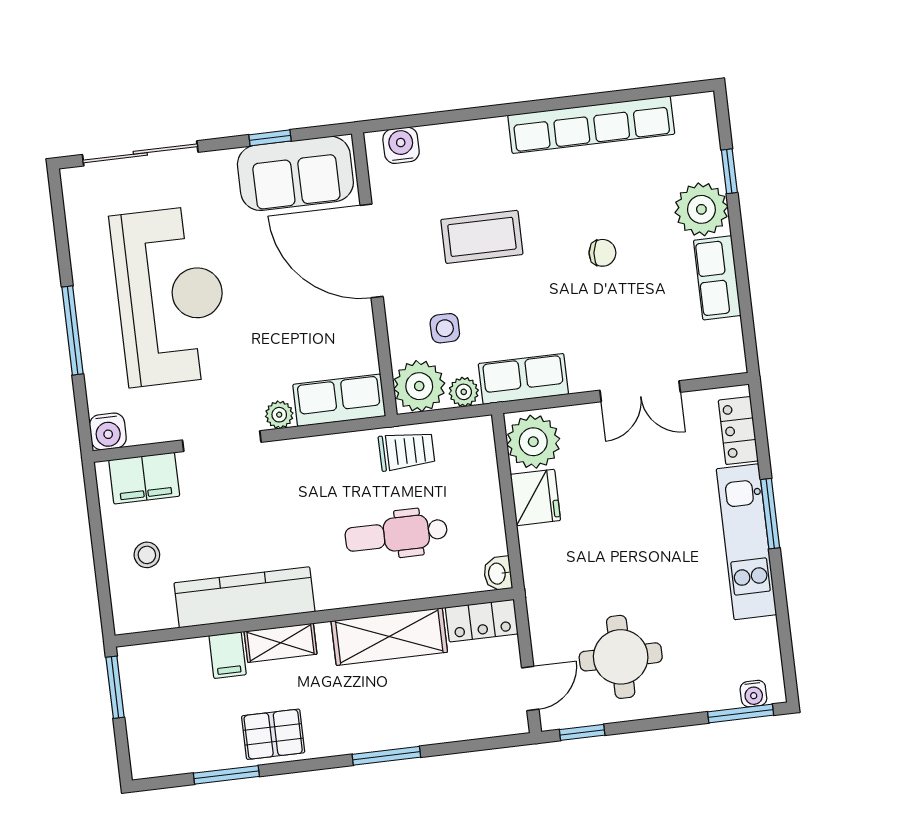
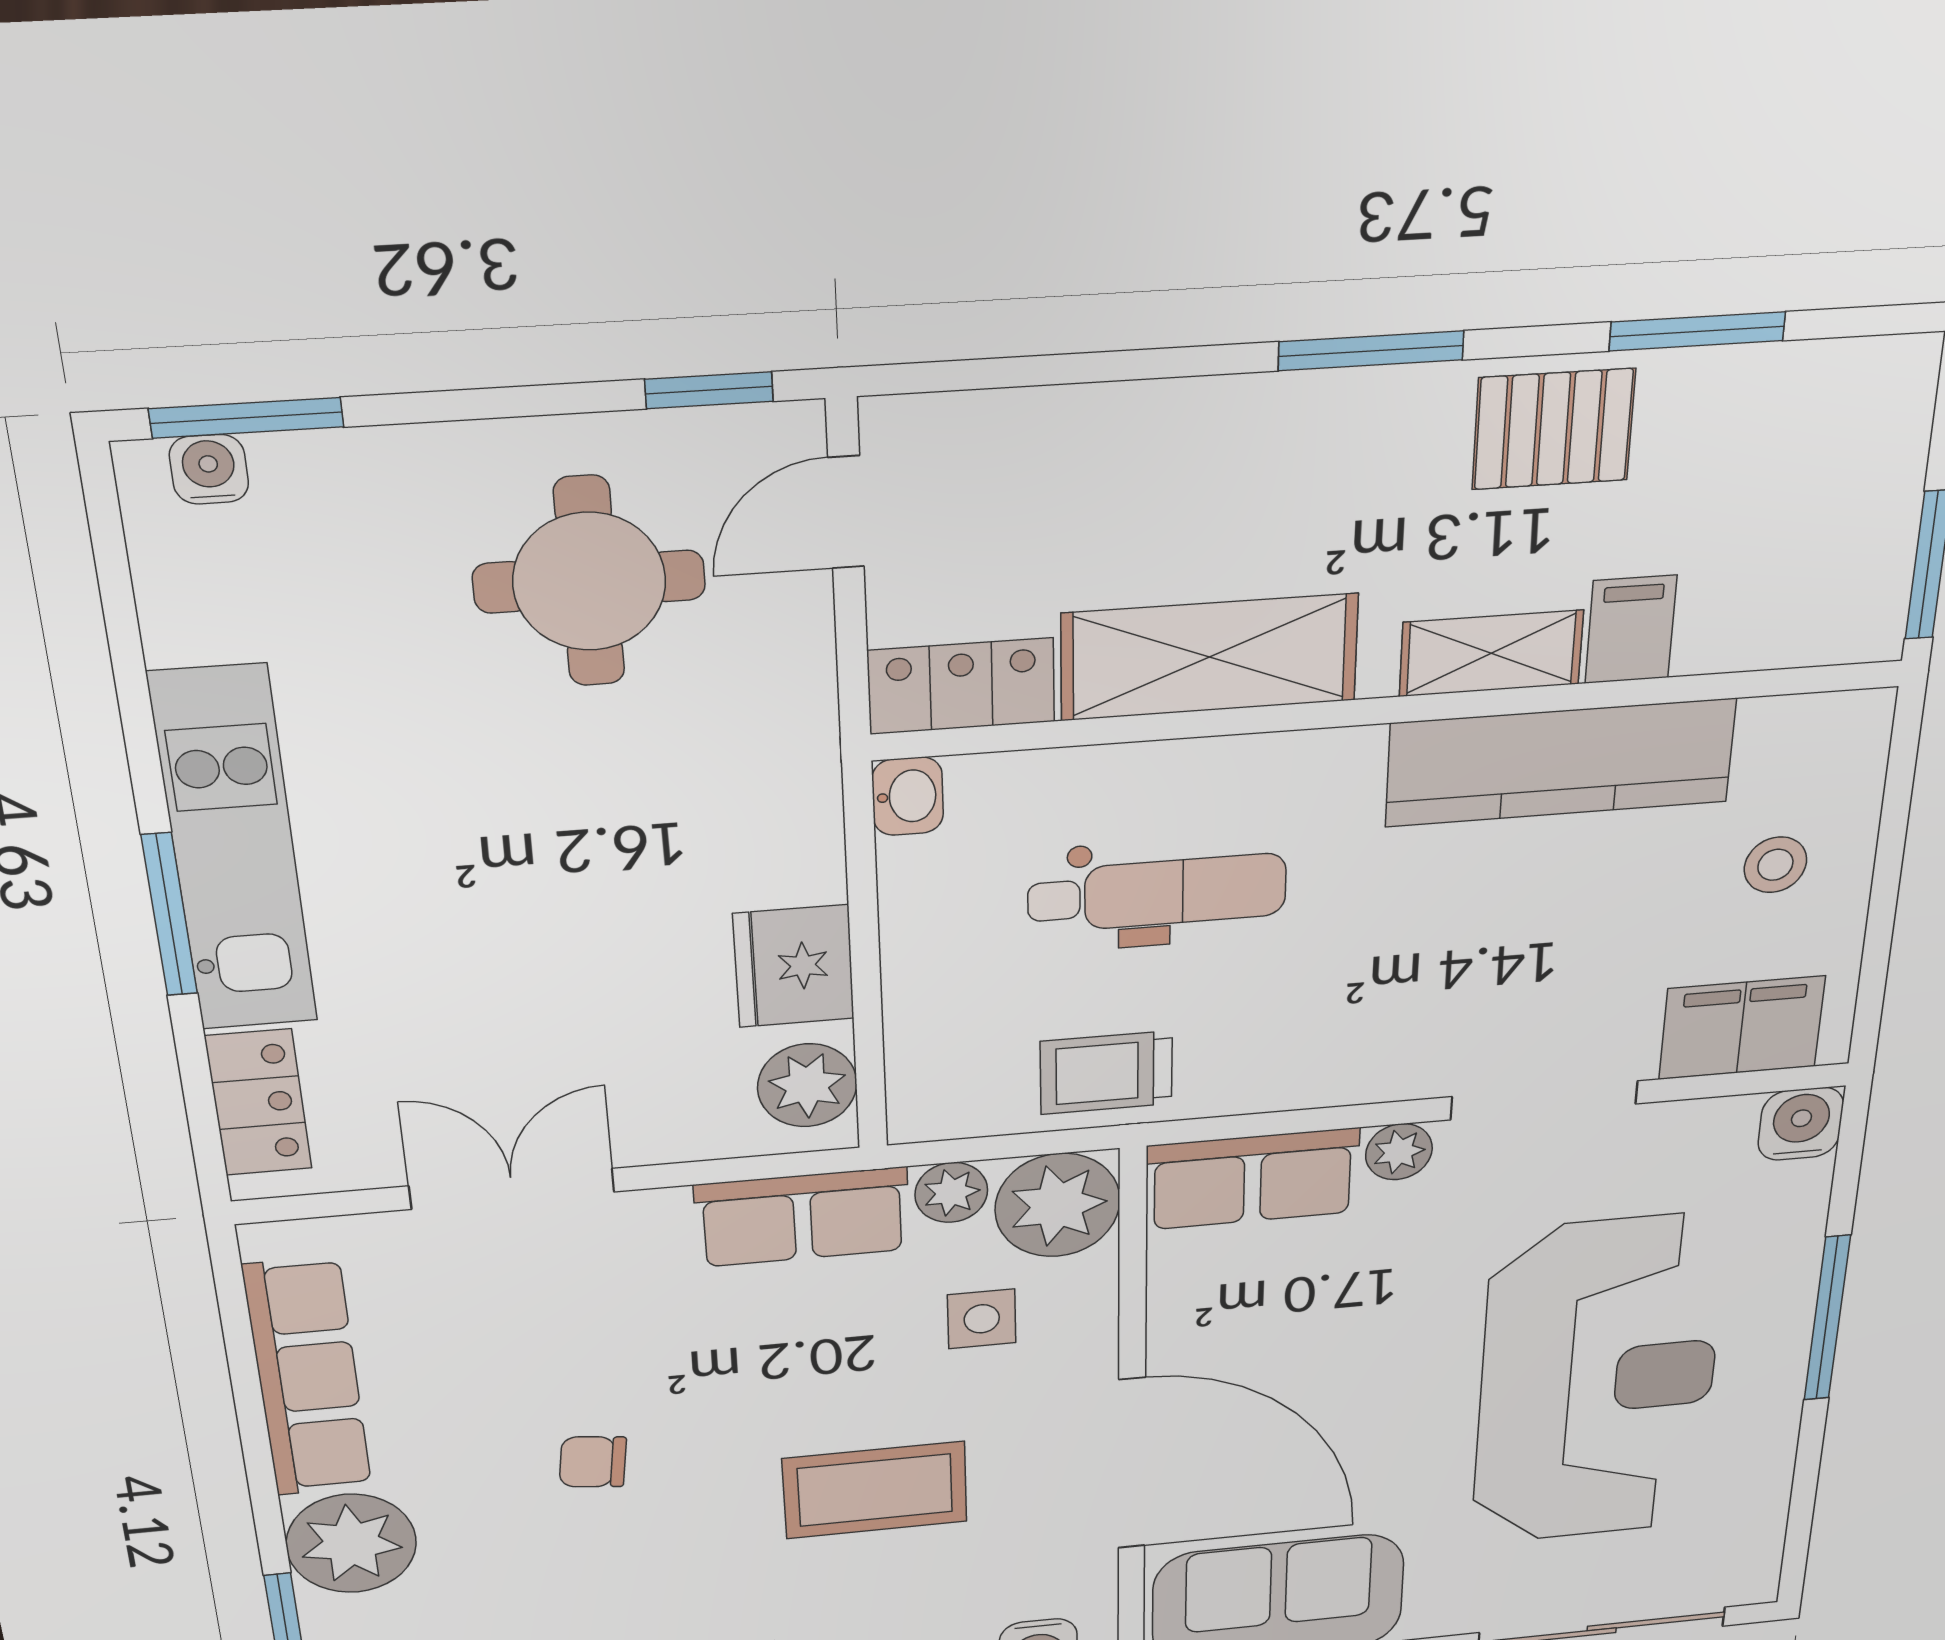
row of seats: (717, 278) -> (308, 1378), width x1.48
reception desk: (170, 296) -> (1597, 1381), turned 180
plant: (533, 442) -> (807, 1085), width x0.73, depth x0.73
window: (386, 756) -> (1371, 351), moved

